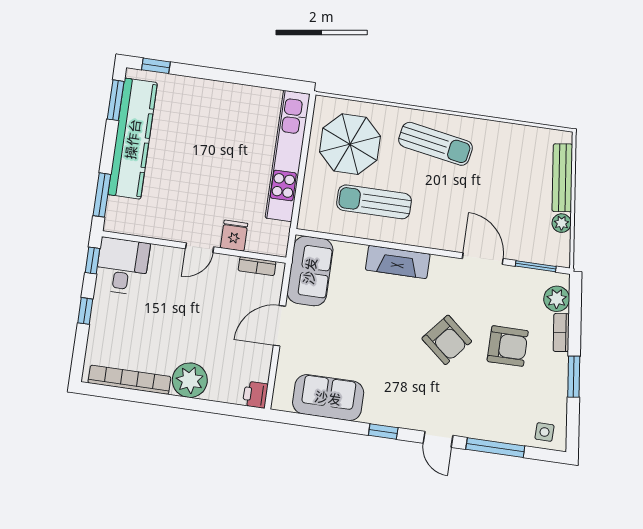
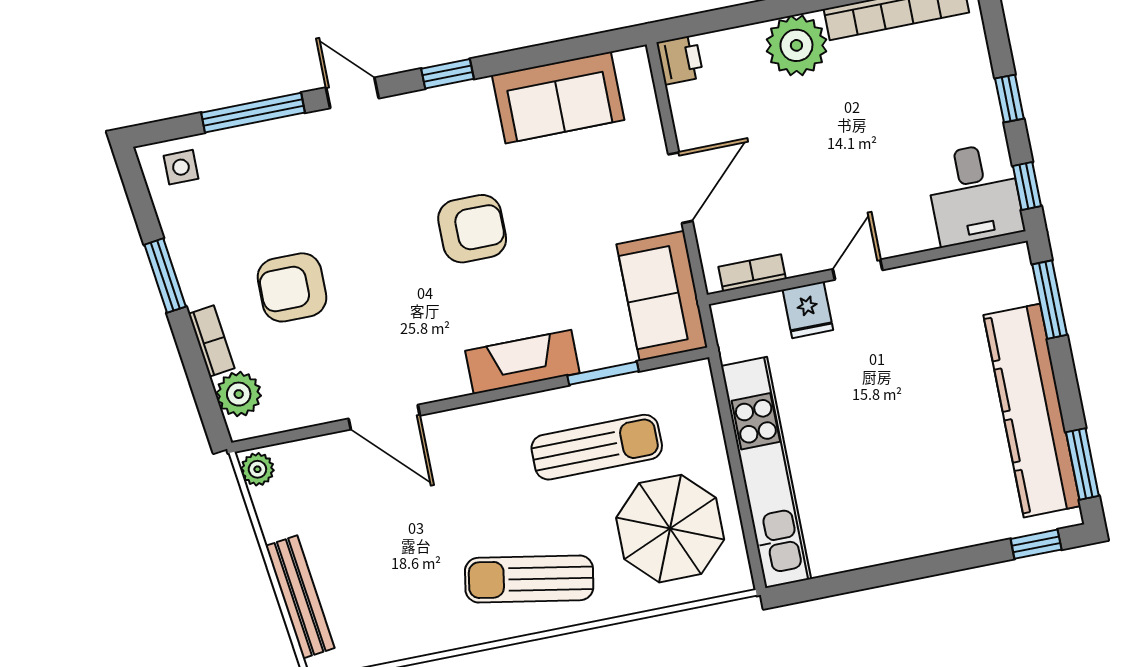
plant: (562, 223) -> (257, 469), moved
window: (536, 266) -> (603, 373), moved
armchair: (447, 340) -> (472, 229), moved, turned 140

